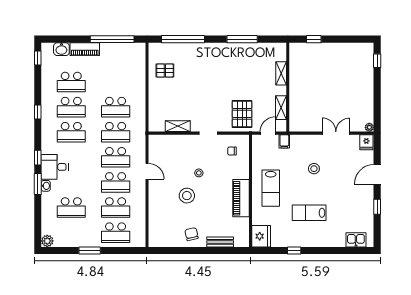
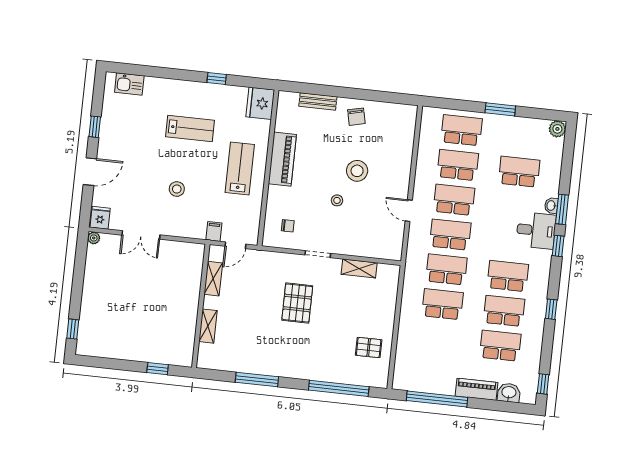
pallet: (242, 114) -> (297, 303), moved

